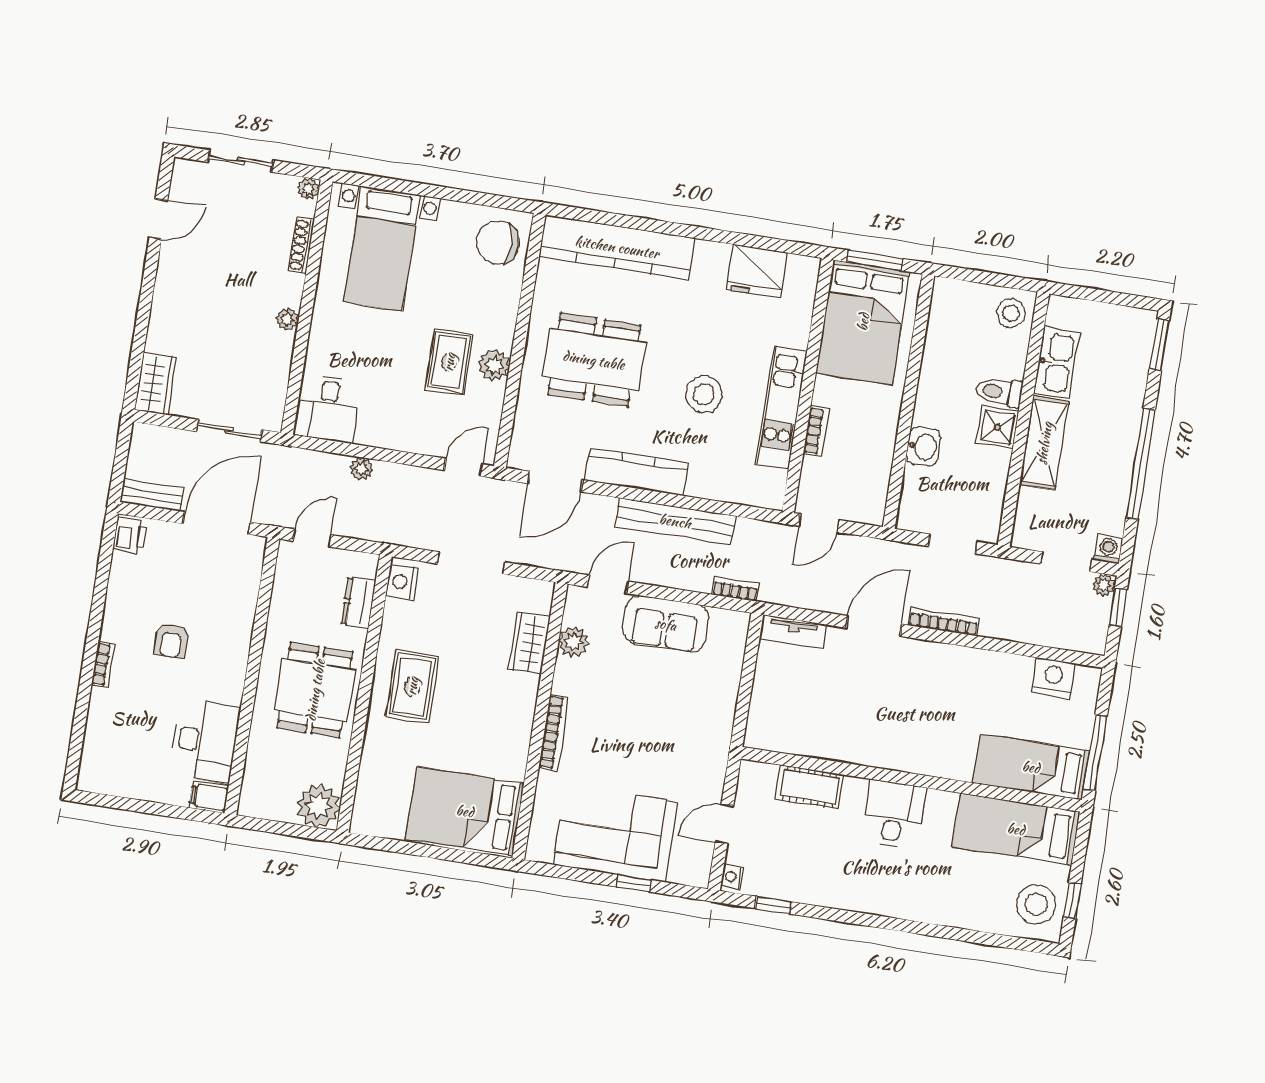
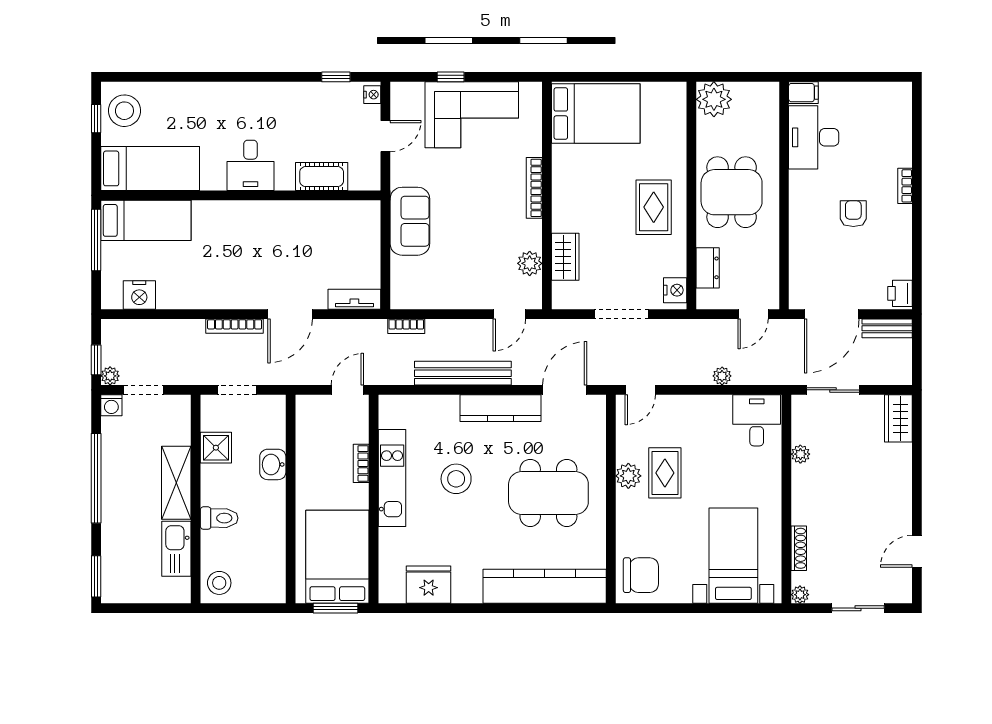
plant: (287, 319) -> (800, 454), moved
shower: (997, 427) -> (216, 448), moved
sofa: (666, 624) -> (410, 221), moved, turned 90

